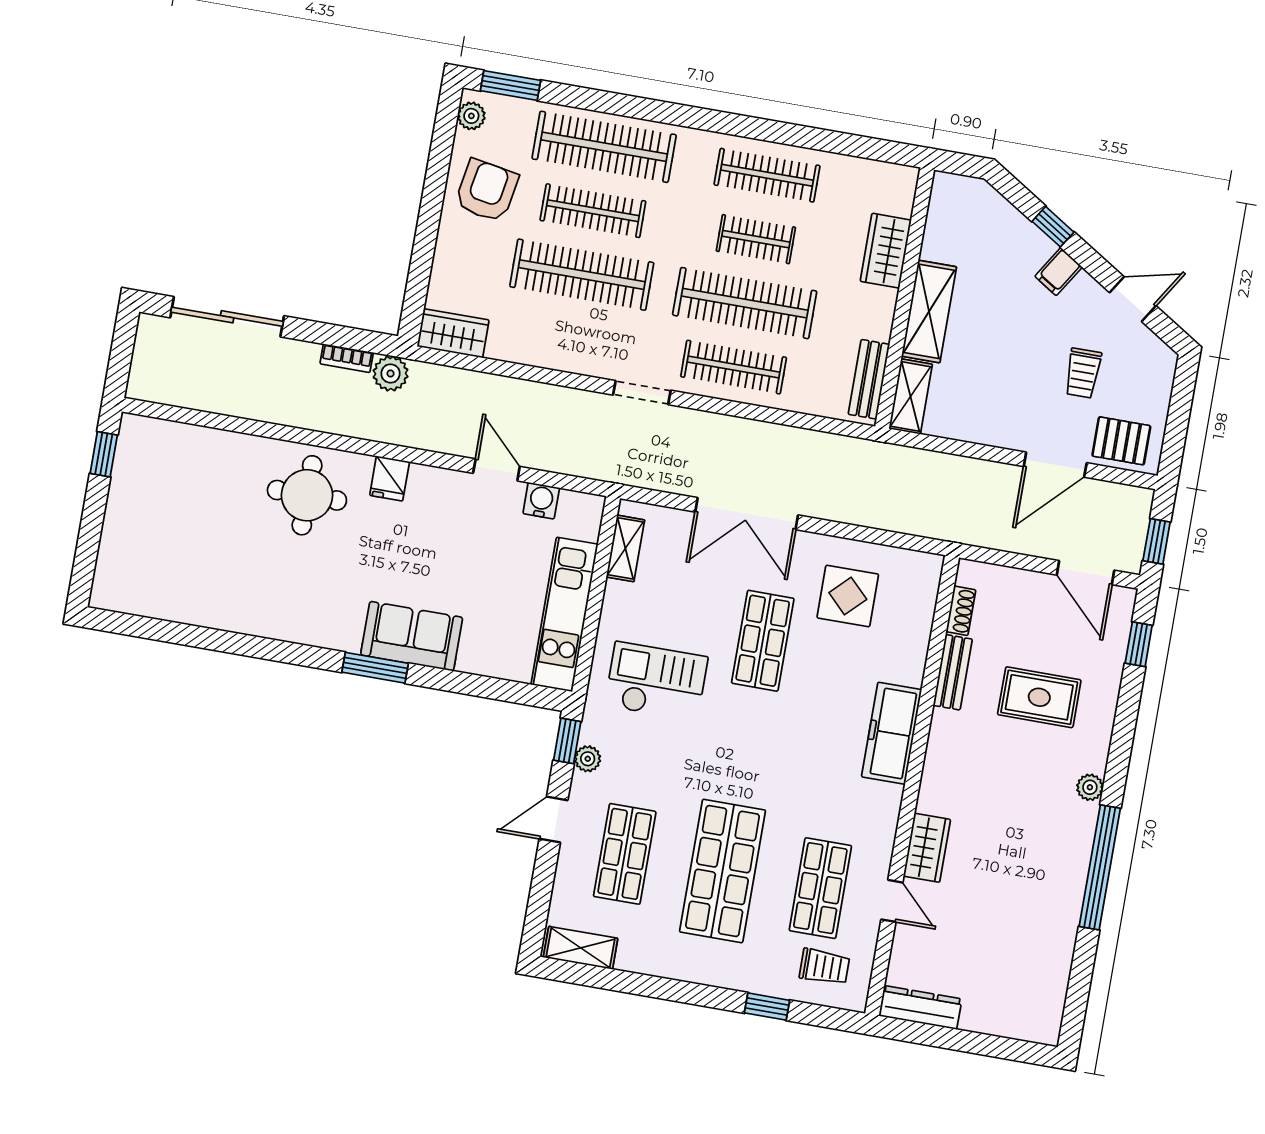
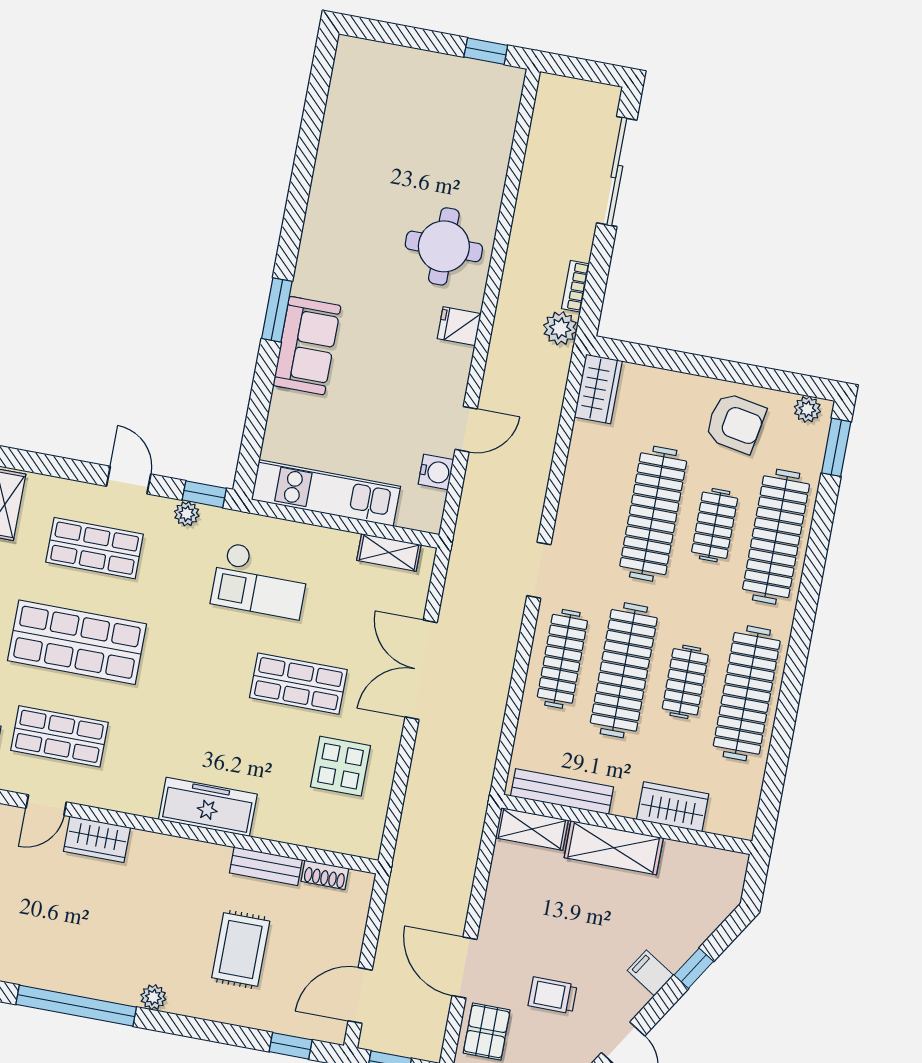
clothes rail: (767, 175) -> (747, 693), width x1.37, depth x1.31
clothes rail: (593, 211) -> (715, 525), width x0.73
bench: (869, 379) -> (562, 792), width x1.36
checkout: (656, 681) -> (260, 581), turned 90

